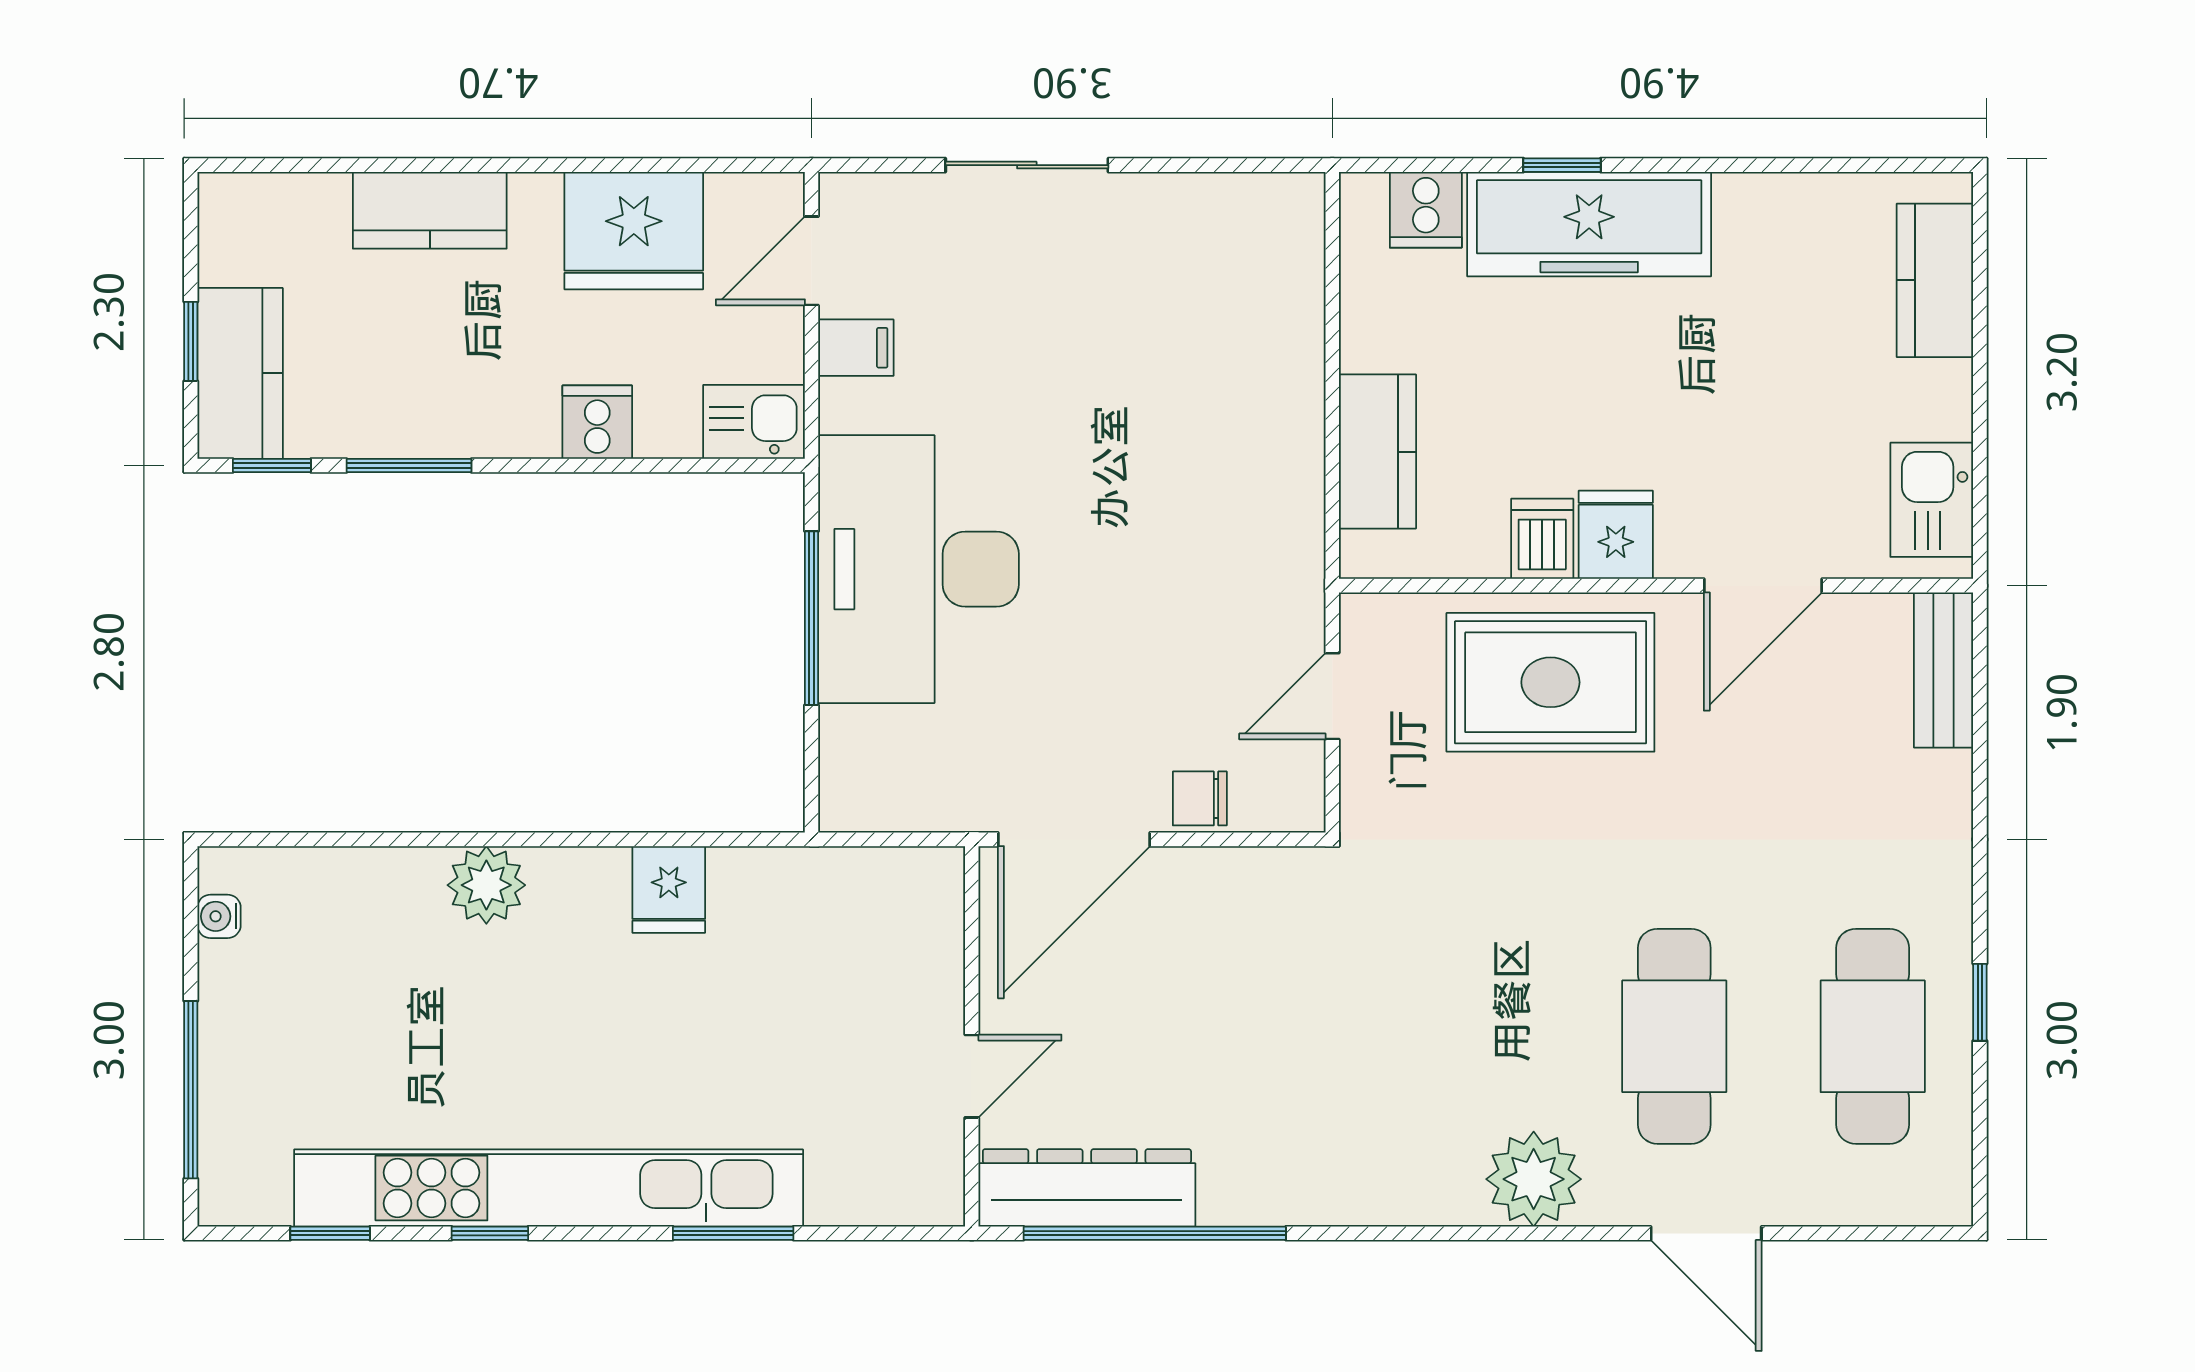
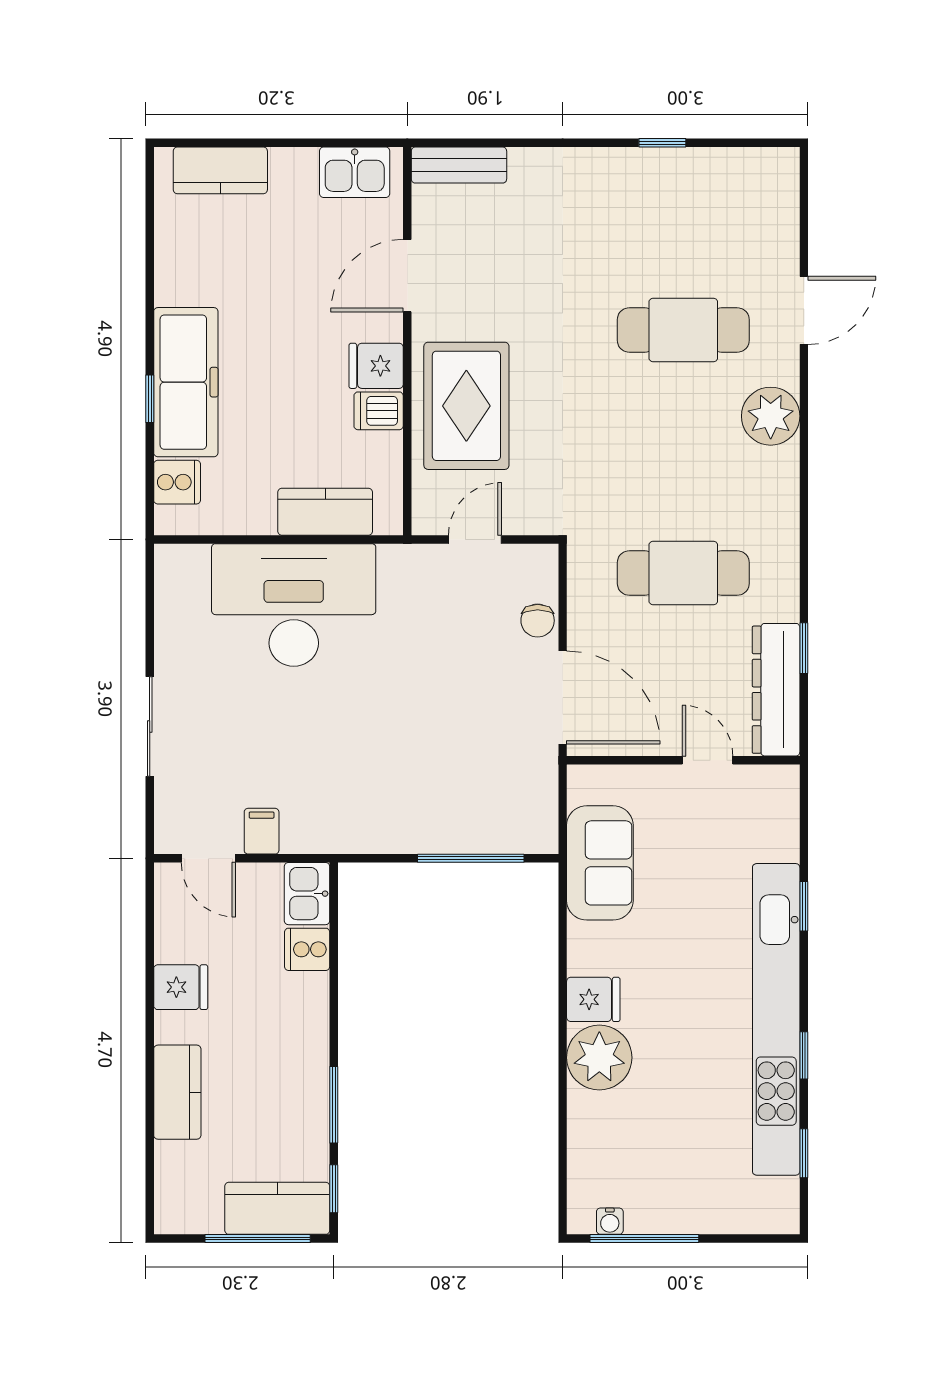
fridge: (634, 231) -> (181, 987), width x0.53, depth x0.75
window: (191, 341) -> (258, 1239), width x2.17
cooker: (597, 422) -> (307, 949), moved
desk: (919, 569) -> (294, 605), moved, turned 180
door: (1763, 586) -> (407, 276), swing flipped
window: (812, 618) -> (471, 858), moved
door: (1332, 696) -> (475, 539), swing flipped
plant: (486, 885) -> (599, 1058), width x1.36, depth x1.36
fridge: (669, 889) -> (593, 999), moved
sofa: (804, 900) -> (600, 863), added
cafe table: (1873, 1036) -> (683, 573), moved
window: (191, 1090) -> (644, 1239), moved
window: (733, 1233) -> (804, 906), width x0.67
window: (1155, 1233) -> (804, 648), width x0.32

